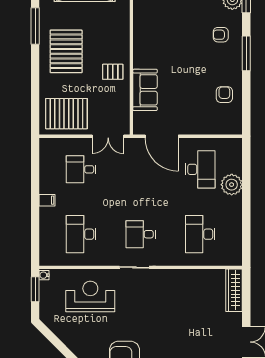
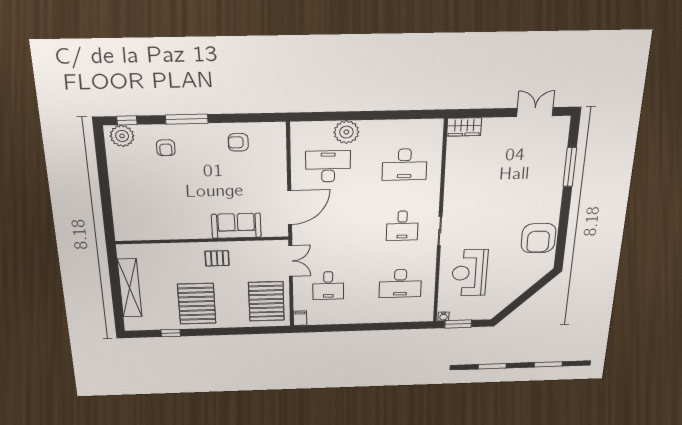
window: (35, 26) -> (171, 333), width x0.46
pallet: (66, 51) -> (197, 304), turned 90
pallet: (113, 72) -> (217, 258), turned 90
filing cabinet: (47, 200) -> (300, 318), moved
wardrobe: (234, 290) -> (464, 127), width x0.67

